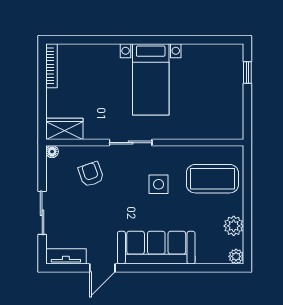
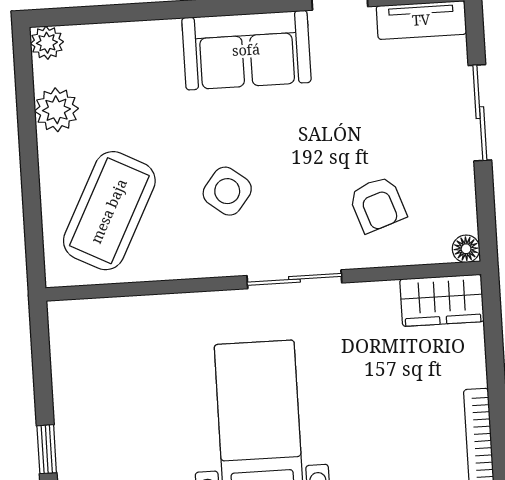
coffee table: (212, 179) -> (109, 211), turned -63
side table: (159, 184) -> (227, 191), turned 38
sofa: (156, 248) -> (246, 50), width x0.73

